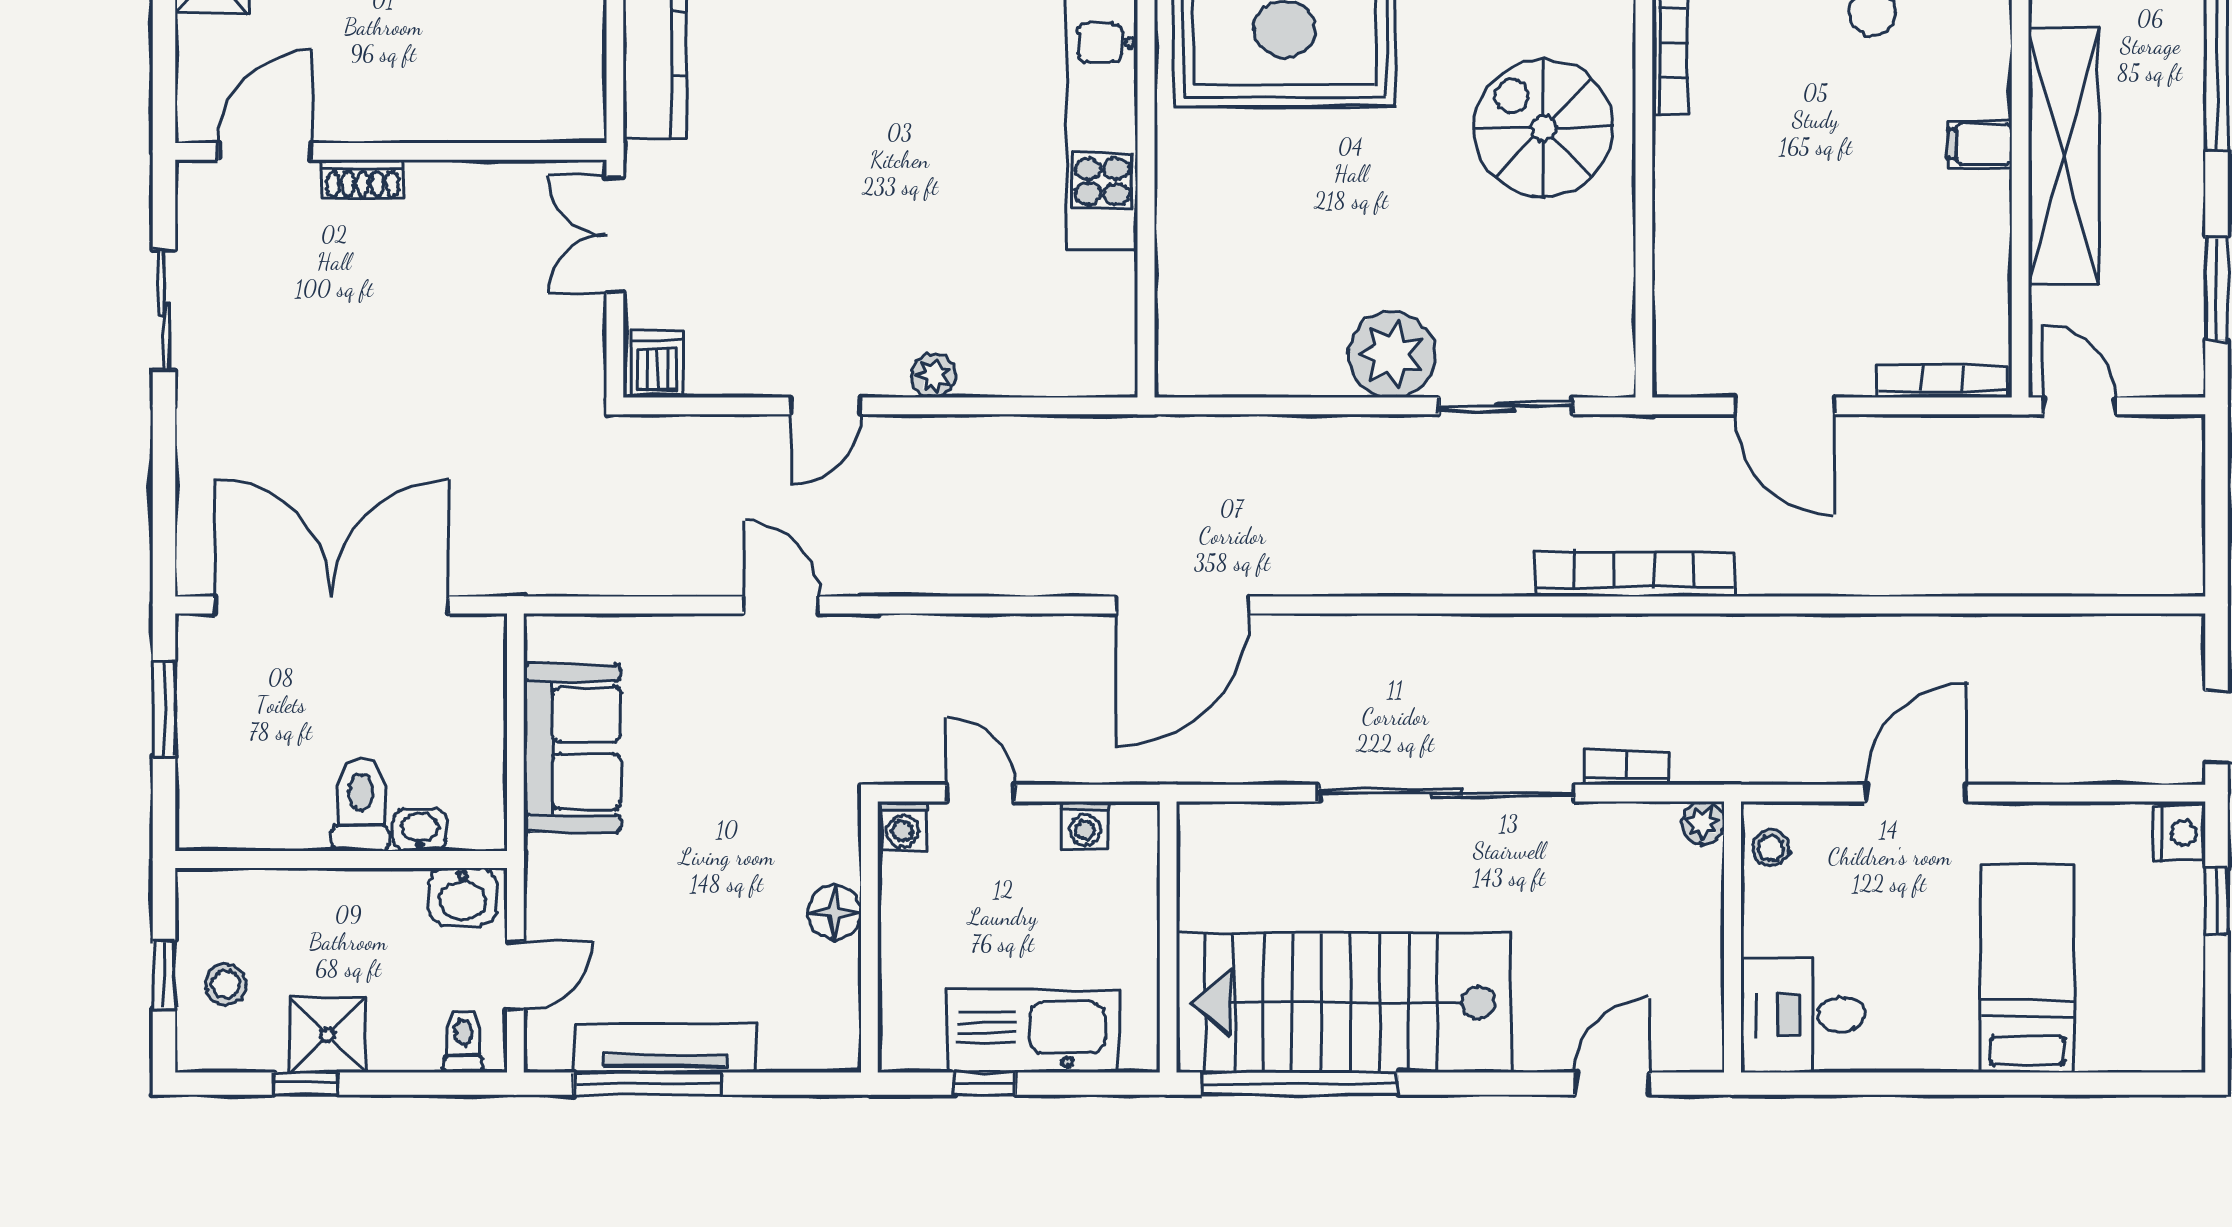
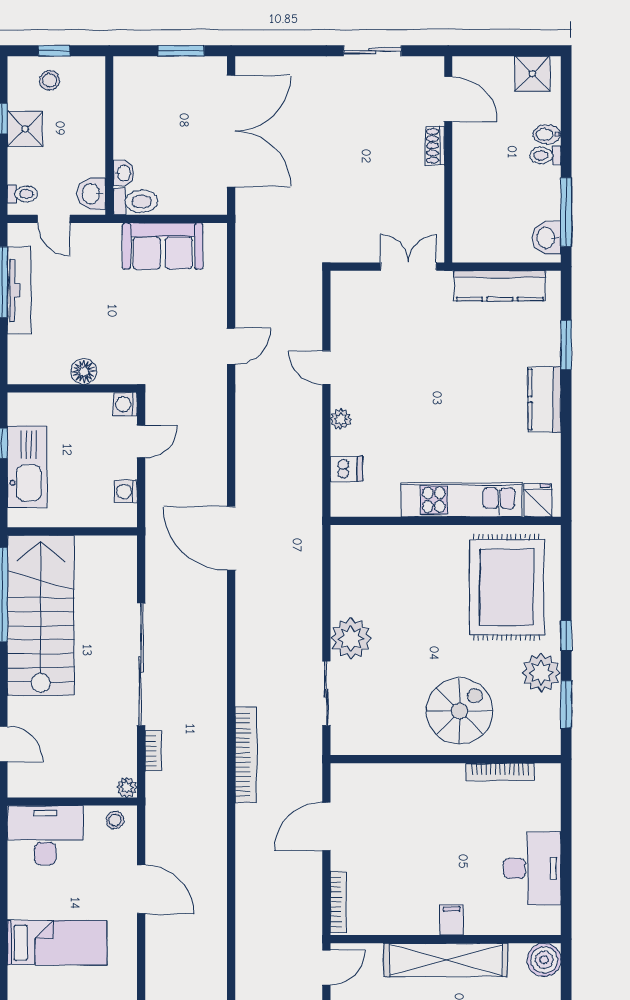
dishwasher: (657, 364) -> (346, 469), moved
toilet: (361, 805) -> (135, 201), moved
desk: (1803, 1015) -> (45, 835), width x1.37

